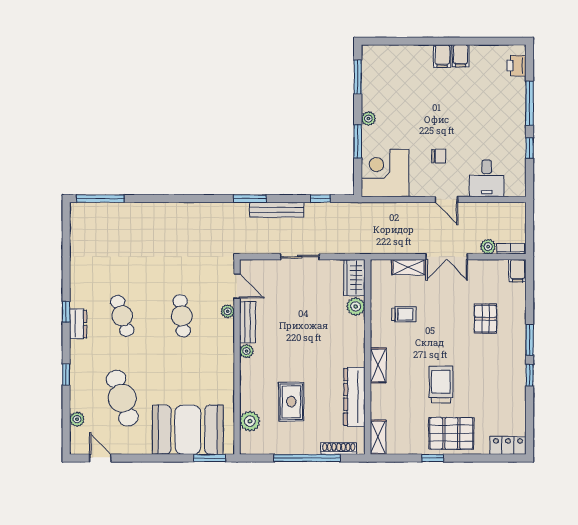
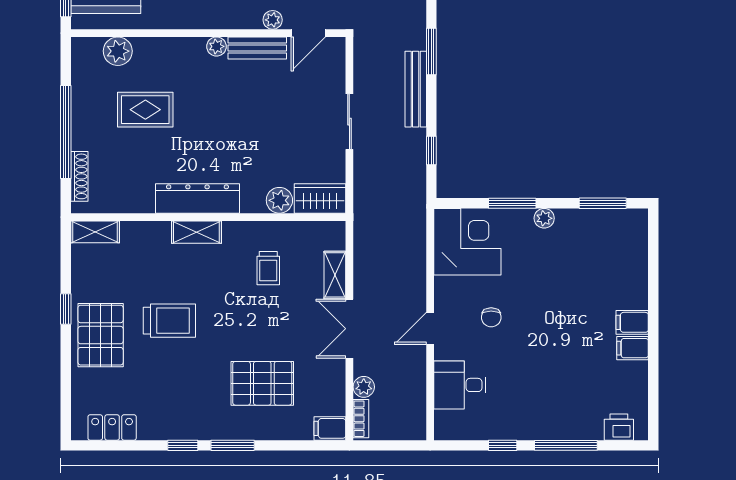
pallet: (485, 319) -> (262, 383), width x1.50, depth x1.42
dresser: (354, 397) -> (197, 198), moved
locker: (508, 445) -> (112, 427), moved, turned -90

